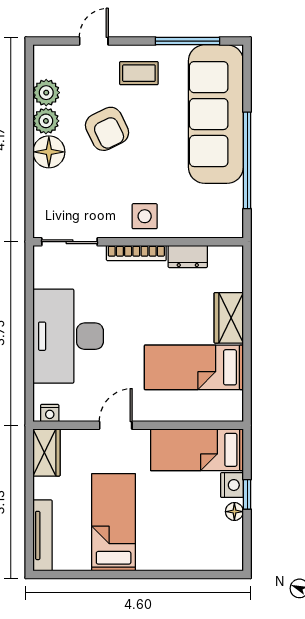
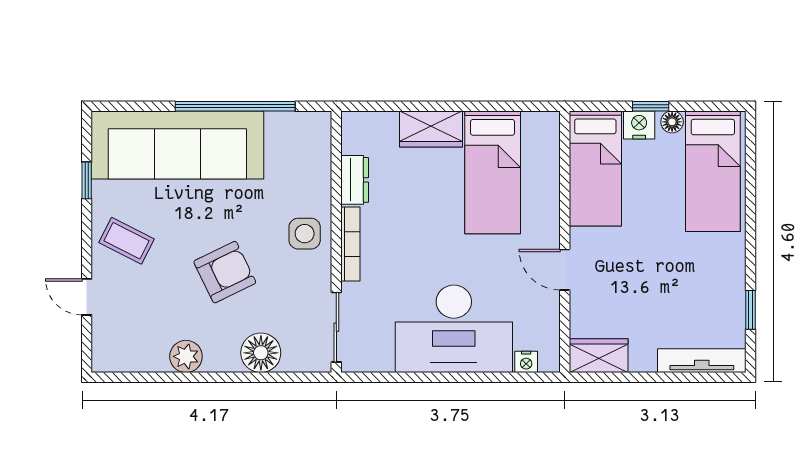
window: (187, 41) -> (87, 180), width x0.46
coffee table: (139, 73) -> (126, 241), turned -63
plant: (46, 93) -> (151, 356), removed
armchair: (107, 129) -> (225, 272), moved
floor lamp: (49, 152) -> (261, 353), moved
nightstand: (50, 413) -> (526, 362), moved, turned 90
bed: (114, 522) -> (713, 171), moved, turned -90
window: (83, 575) -> (751, 310), added

